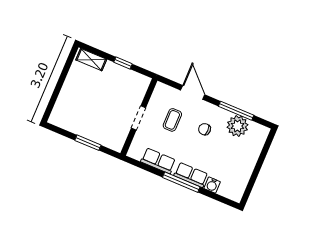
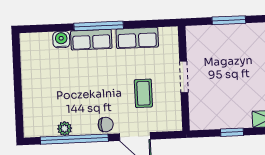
window: (236, 111) -> (74, 139), width x1.46
plant: (237, 126) -> (65, 129), width x0.53, depth x0.53
chair: (205, 129) -> (106, 125), moved

